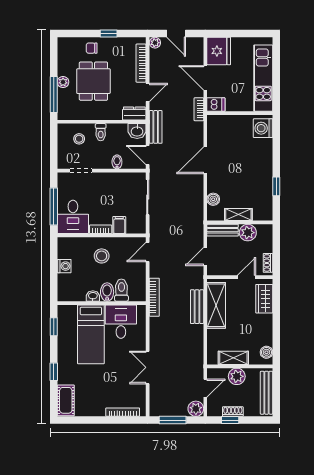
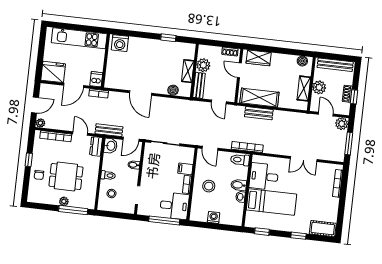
toilet: (121, 290) -> (240, 160), moved

